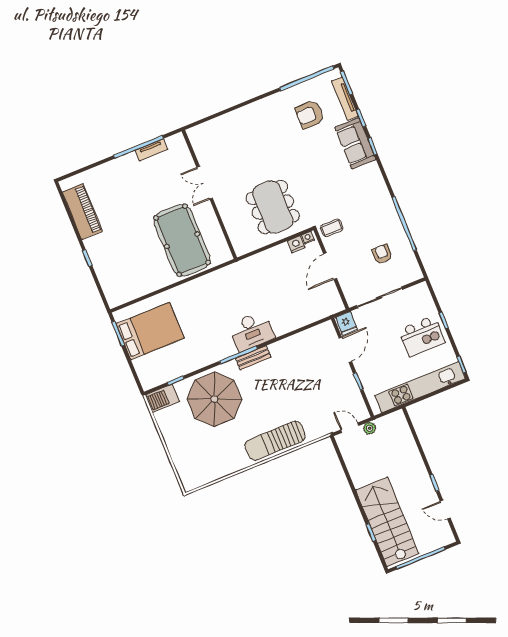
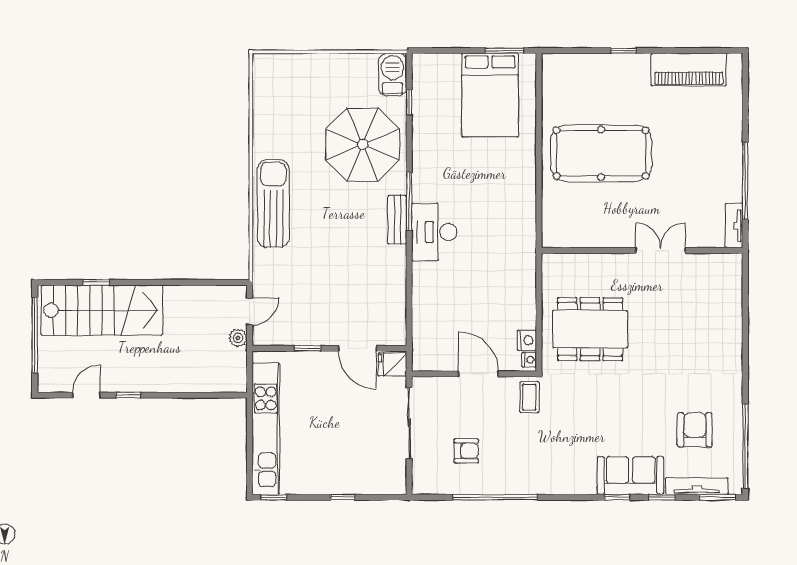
tv unit: (151, 150) -> (734, 226), moved
pool table: (182, 240) -> (601, 153), moved
kitchen island: (422, 336) -> (334, 459), removed

